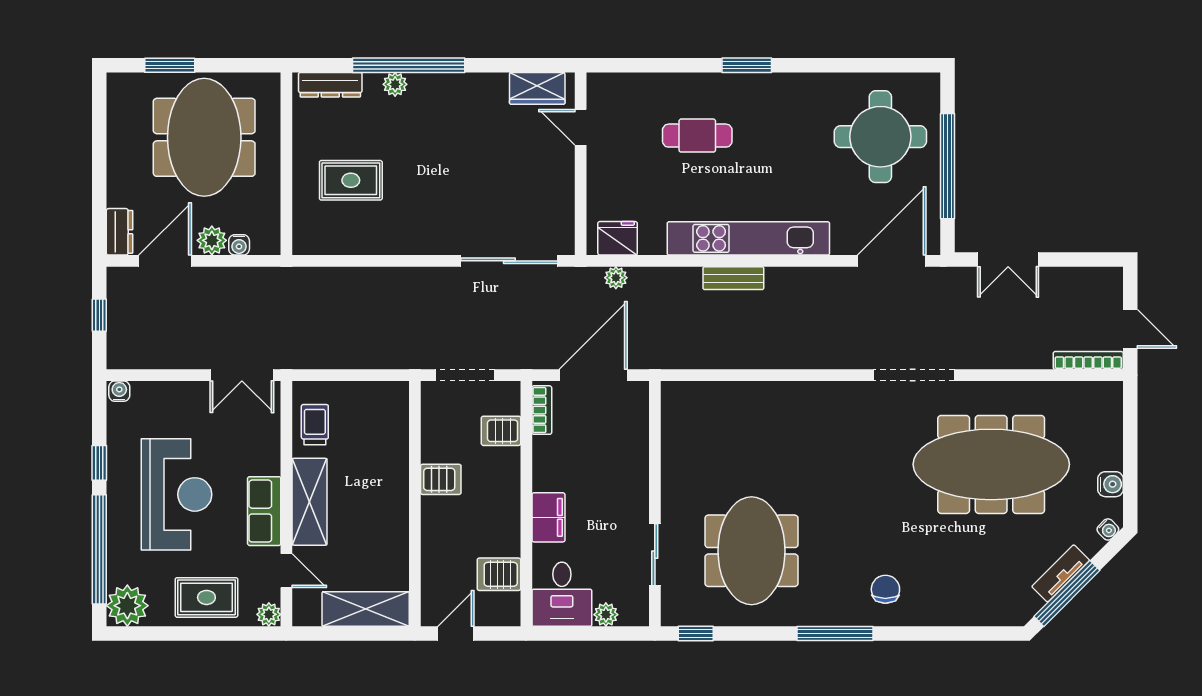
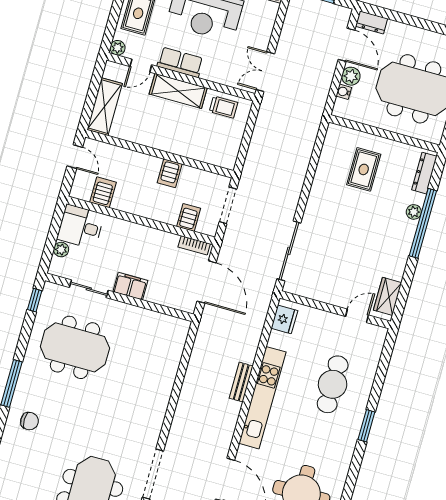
cafe table: (697, 136) -> (333, 384), width x1.37, depth x1.35
plant: (616, 278) -> (261, 312), removed
filing cabinet: (548, 517) -> (130, 286), moved, turned 180

